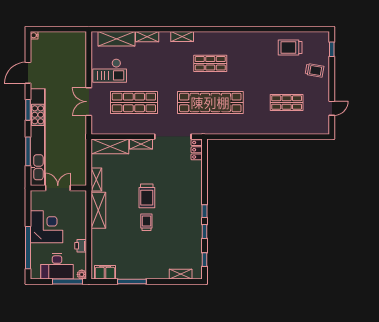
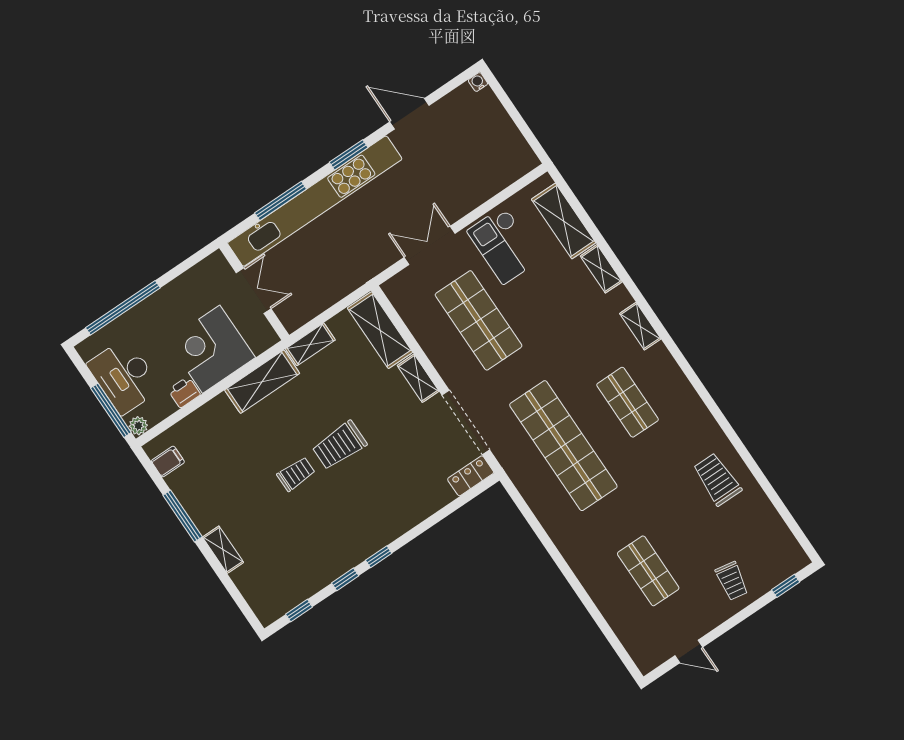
trolley: (290, 47) -> (717, 479), moved
corner desk: (46, 227) -> (211, 349), moved, turned 180
filing cabinet: (105, 272) -> (168, 462), width x0.50
shelving: (181, 274) -> (223, 550), moved

